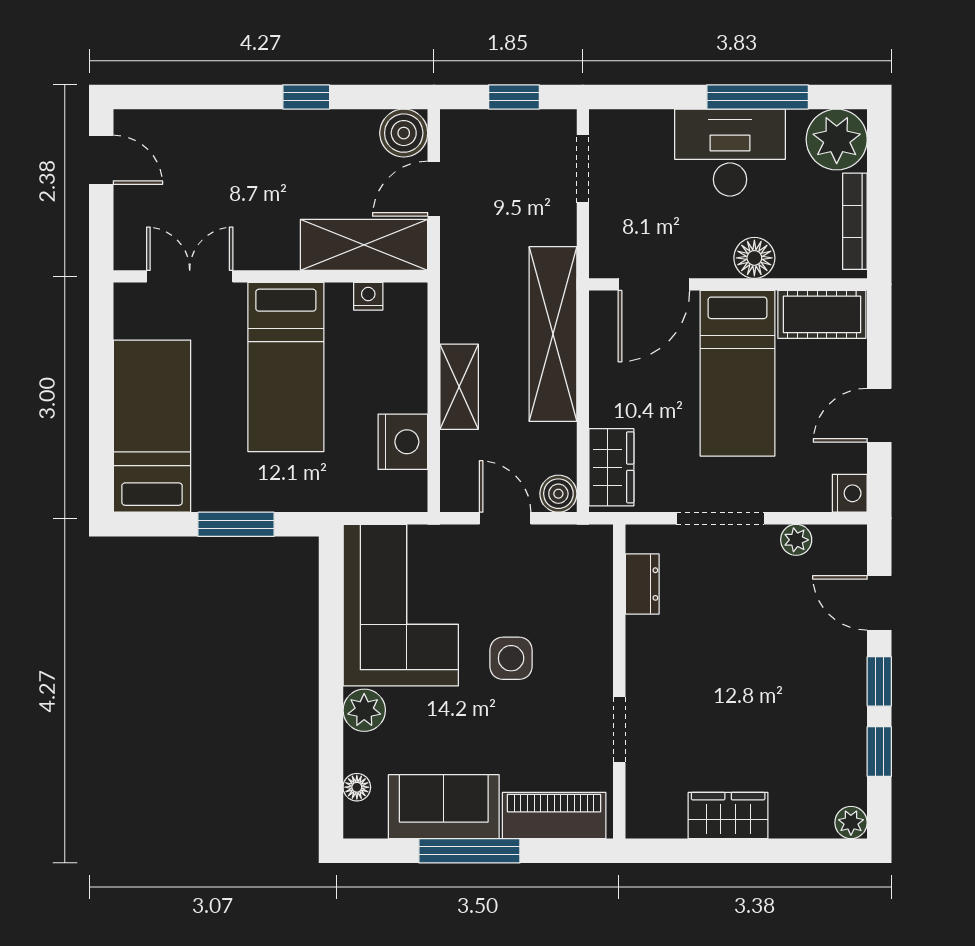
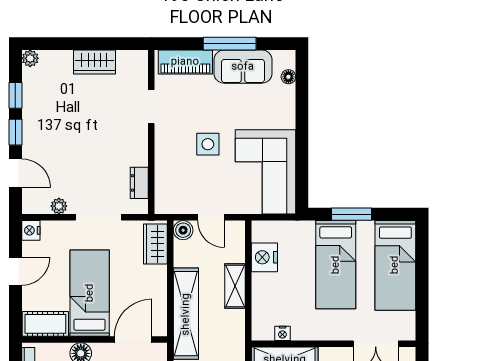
bed: (286, 367) -> (336, 265), moved, turned 180
plant: (364, 710) -> (285, 117), removed

